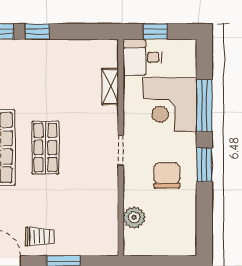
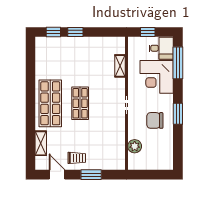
desk: (143, 57) -> (161, 48), moved, turned 180
window: (204, 106) -> (178, 63), moved
chair: (167, 175) -> (155, 120), turned -90

